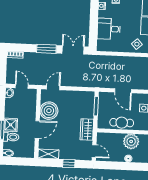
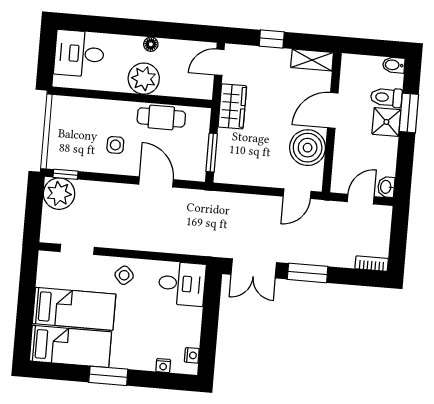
desk: (109, 29) -> (182, 284), moved
door: (22, 86) -> (361, 199), swing flipped
door: (94, 151) -> (219, 62), hinge flipped

